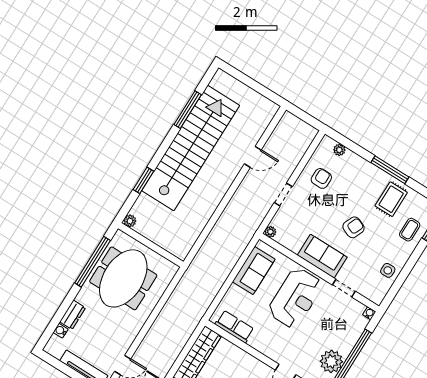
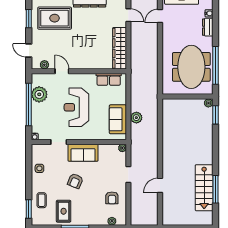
stairs: (191, 148) -> (204, 188), width x0.54, depth x0.66
window: (143, 180) -> (215, 115), moved
plant: (230, 258) -> (136, 118), added
reception desk: (295, 298) -> (76, 107), moved

